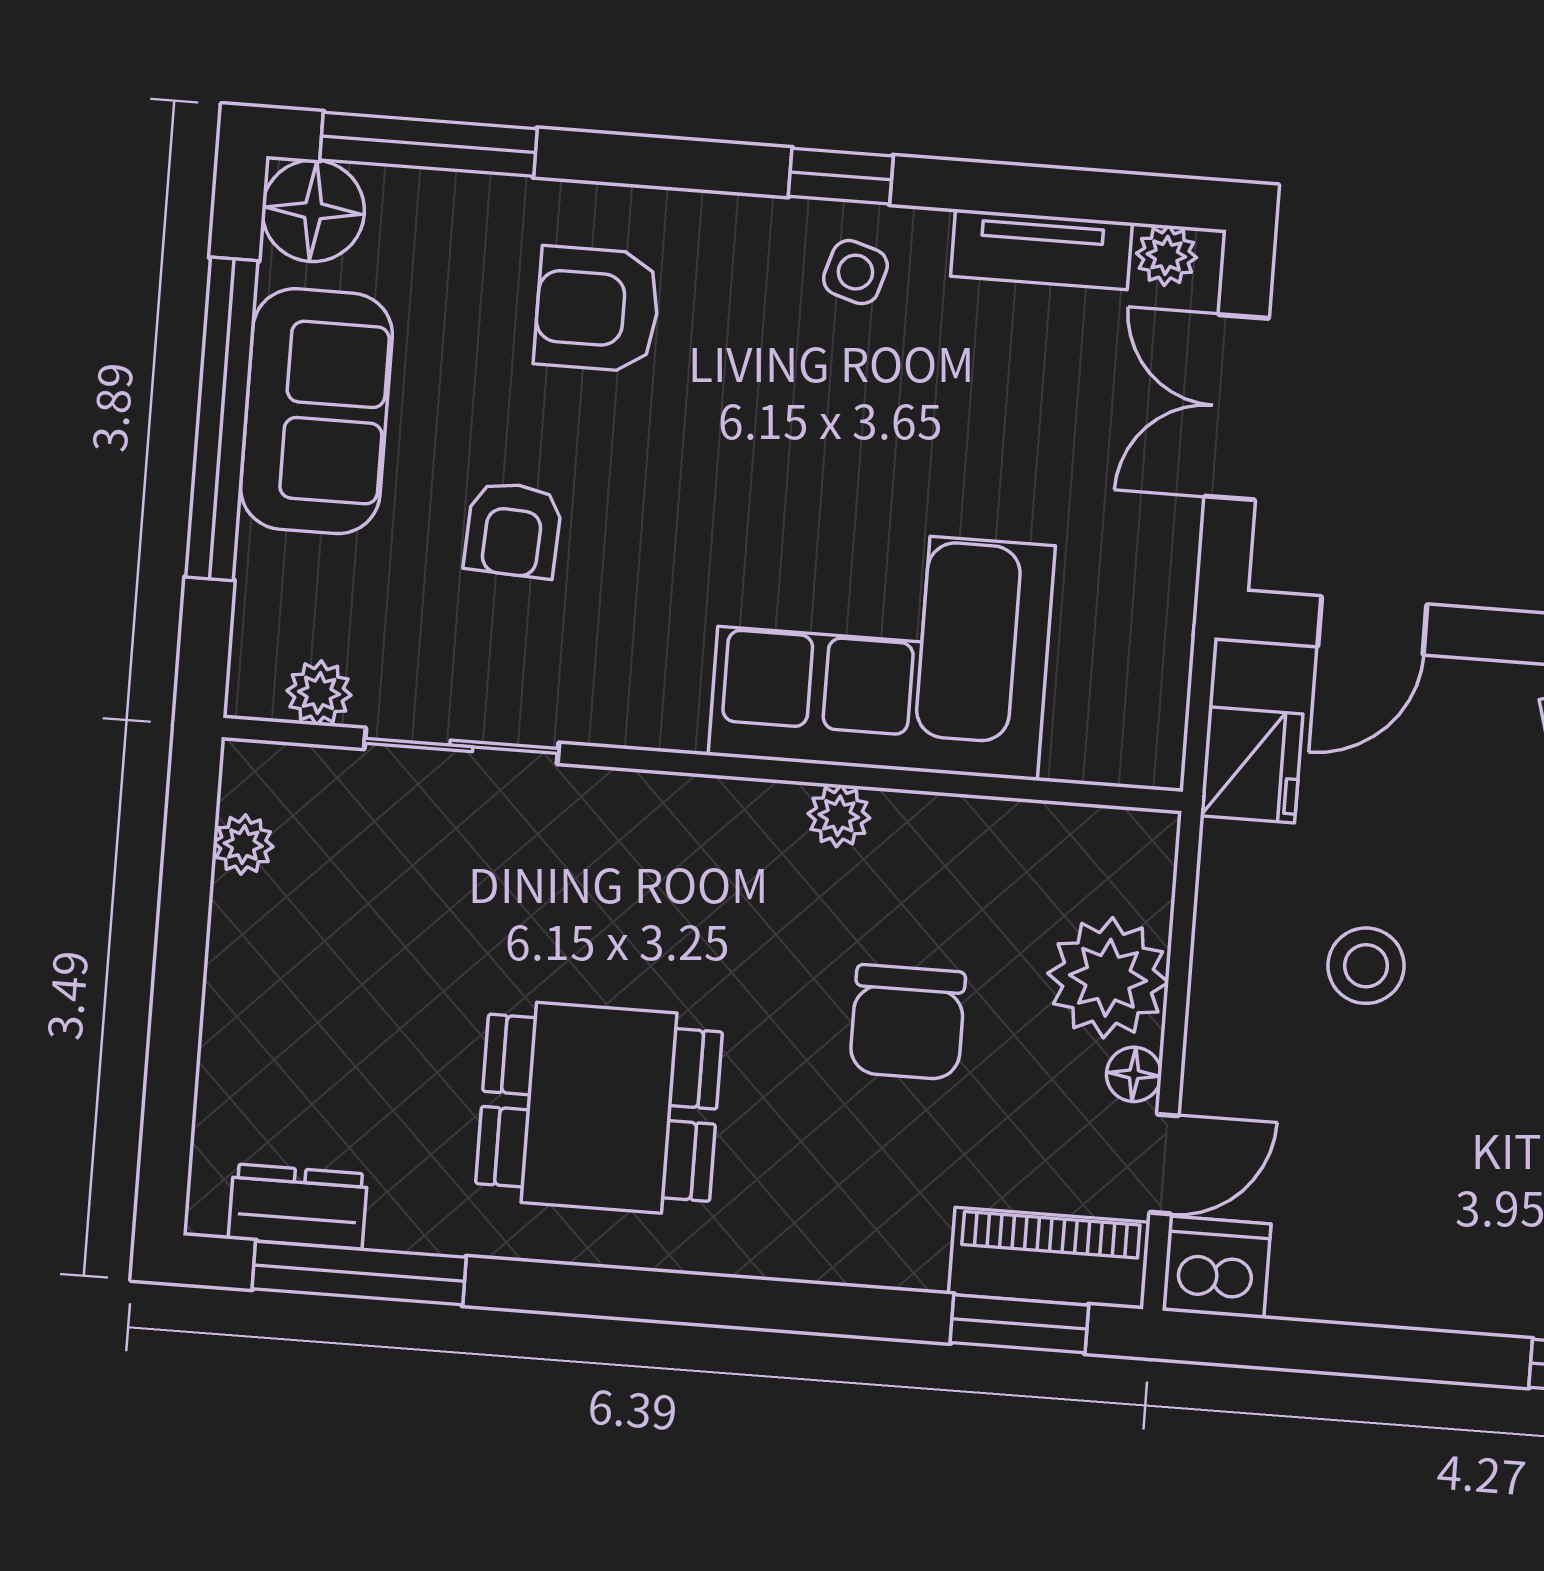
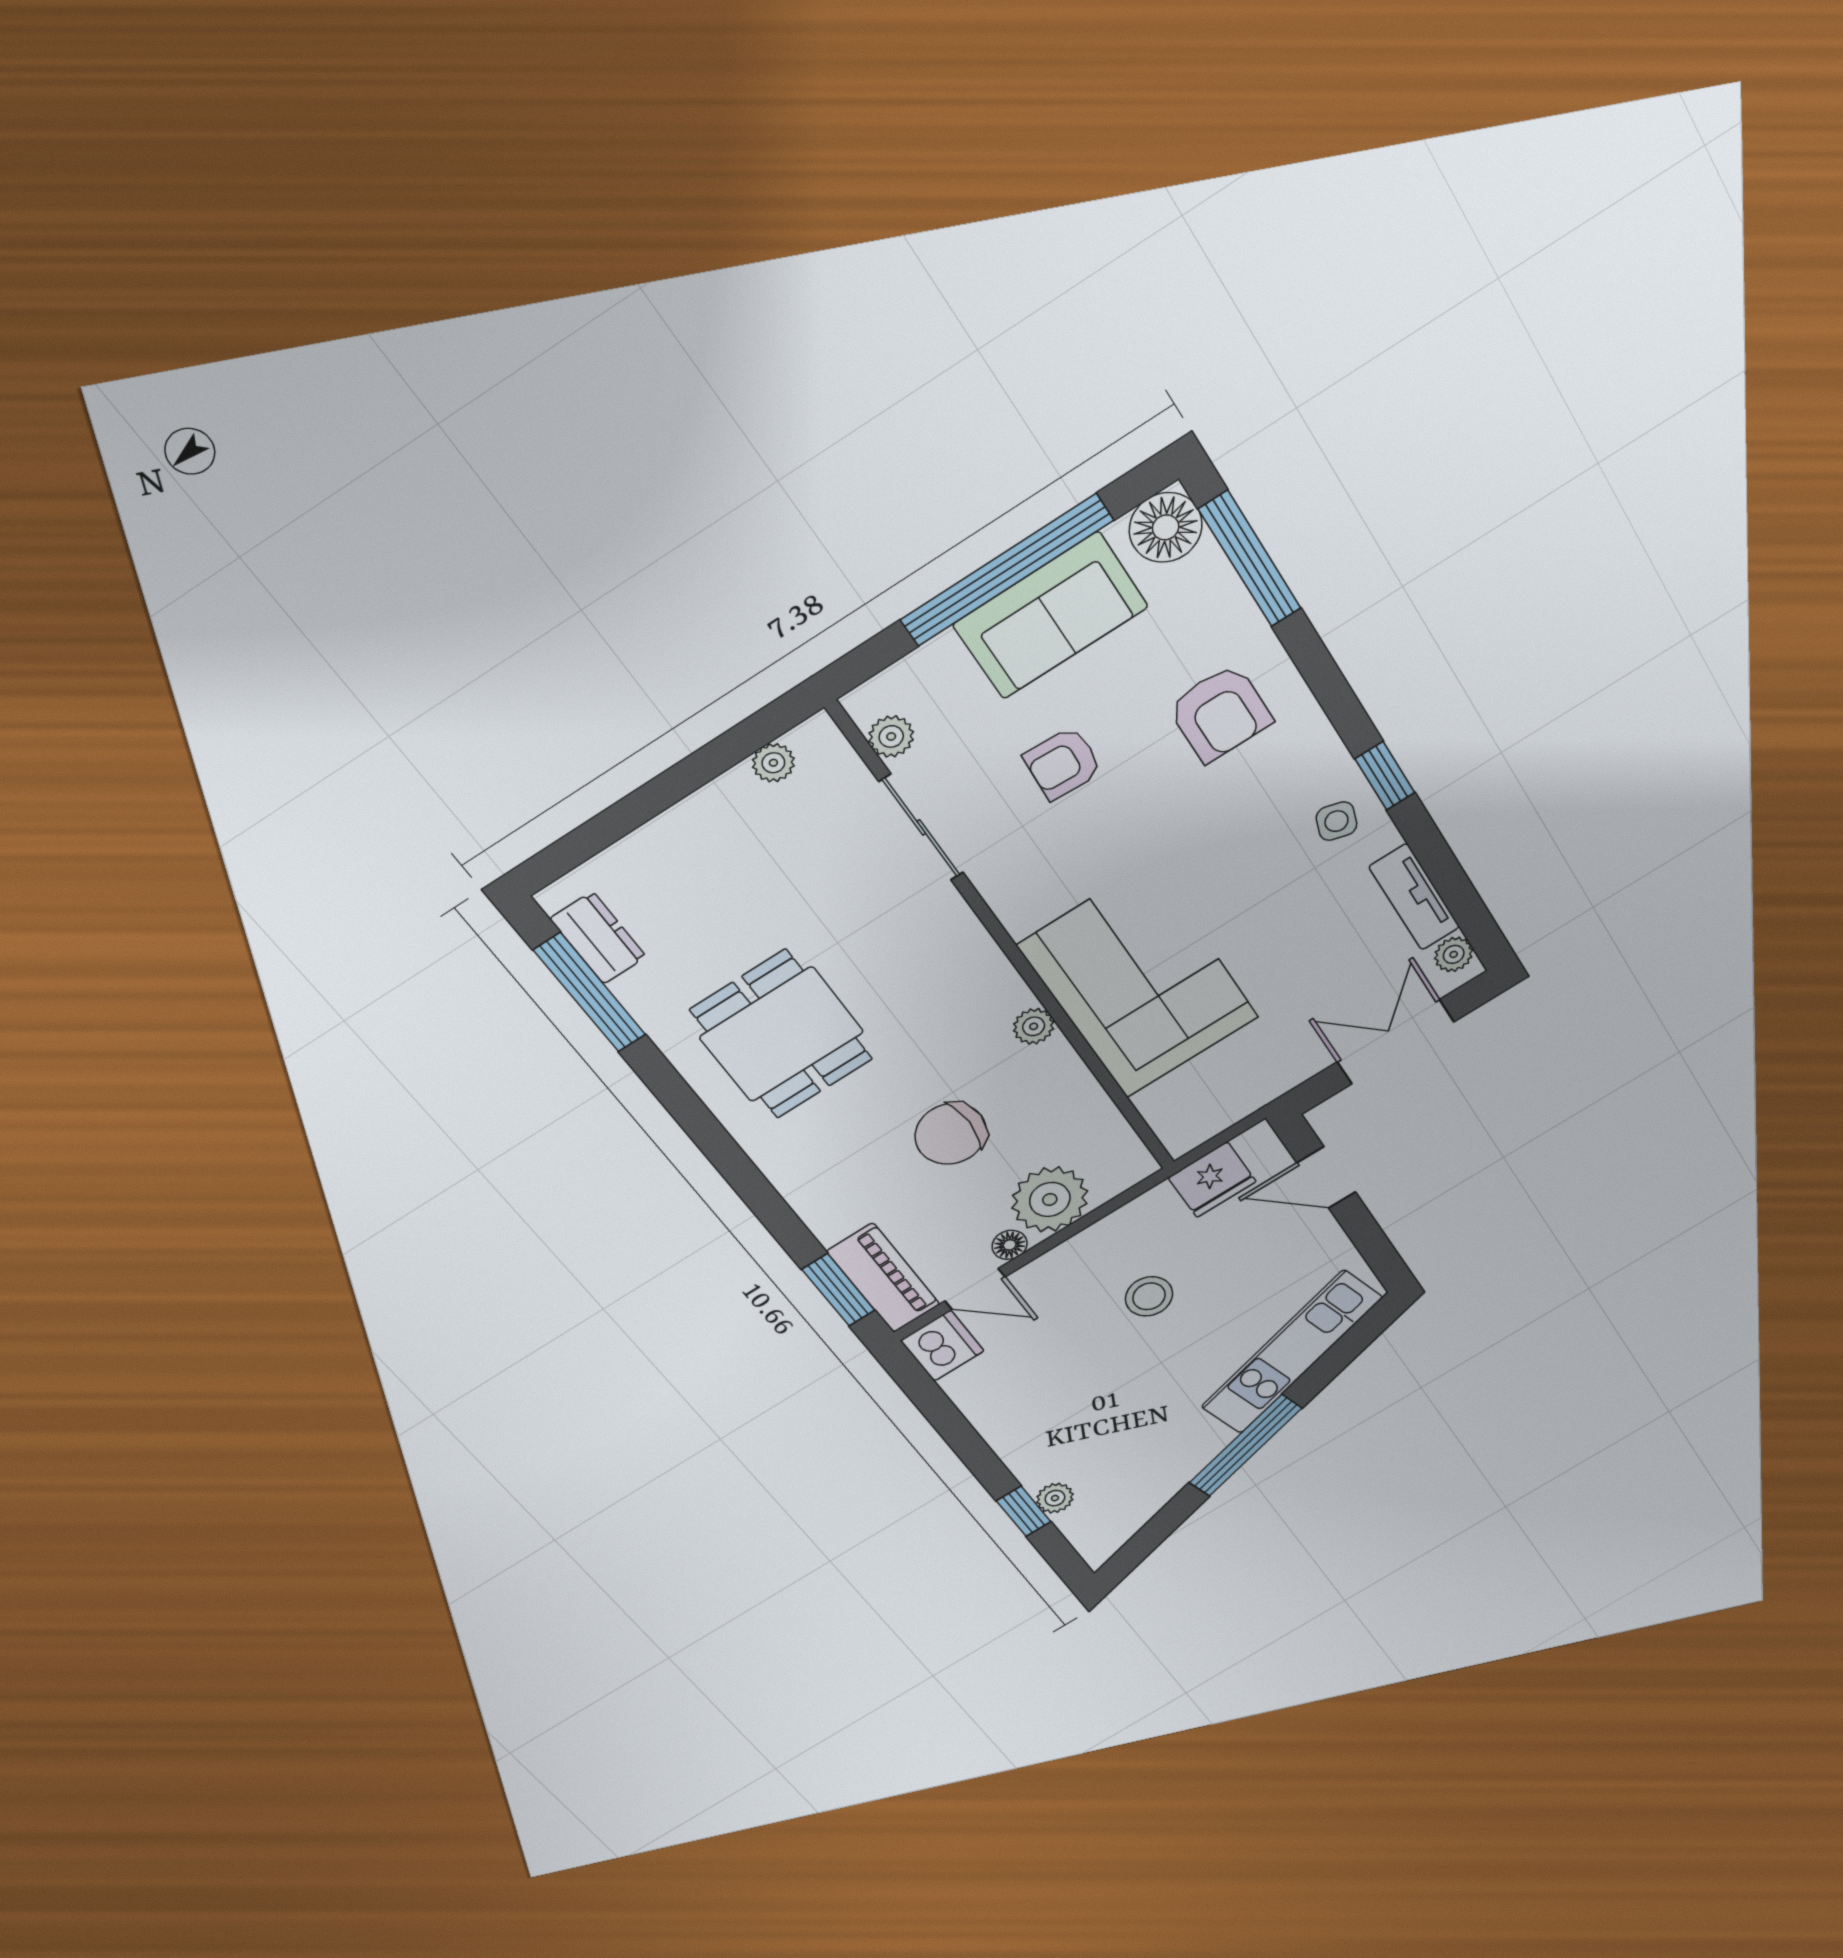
armchair: (597, 309) -> (1220, 713), turned 180

